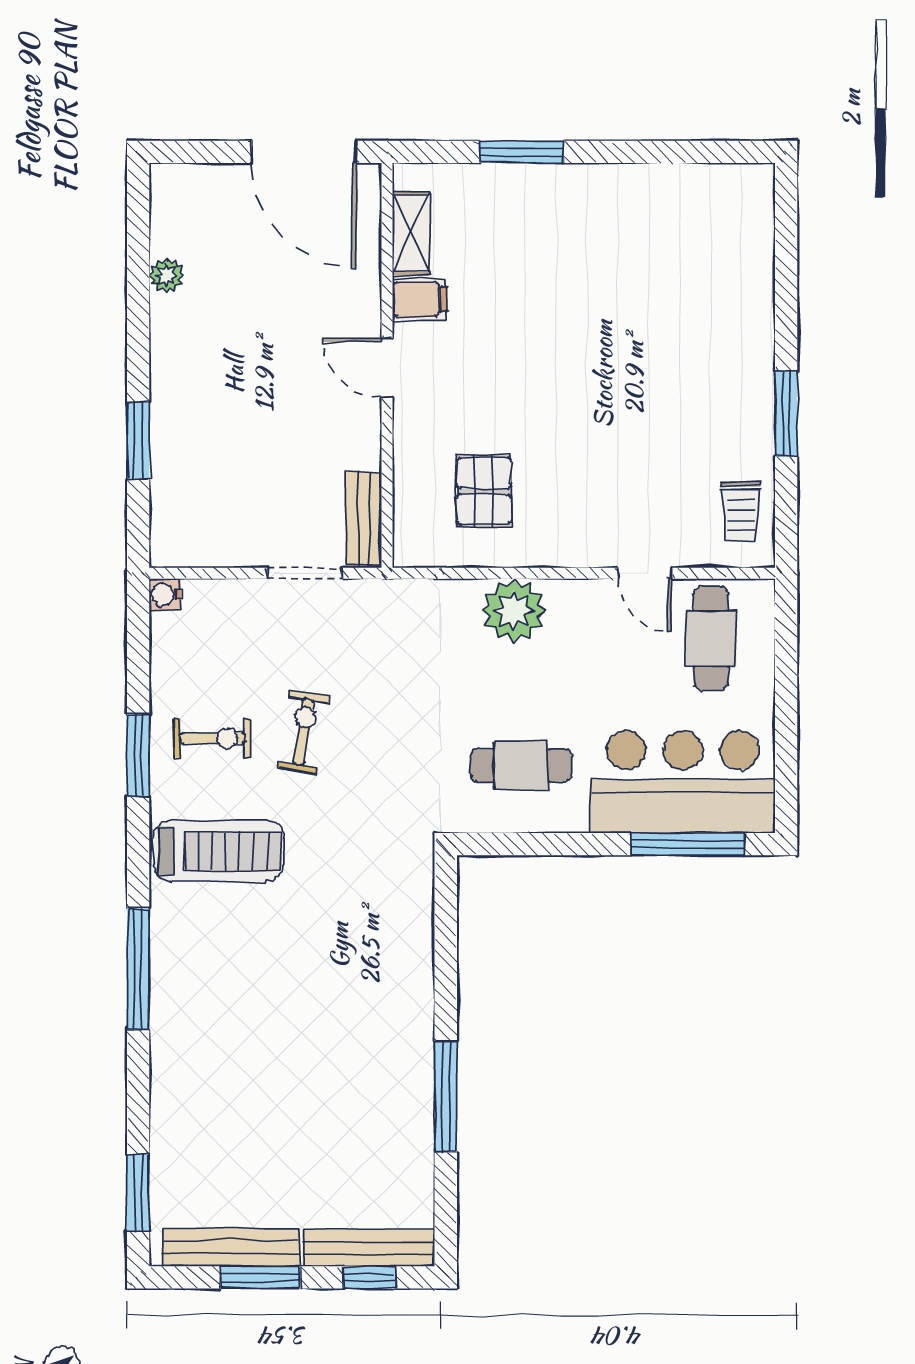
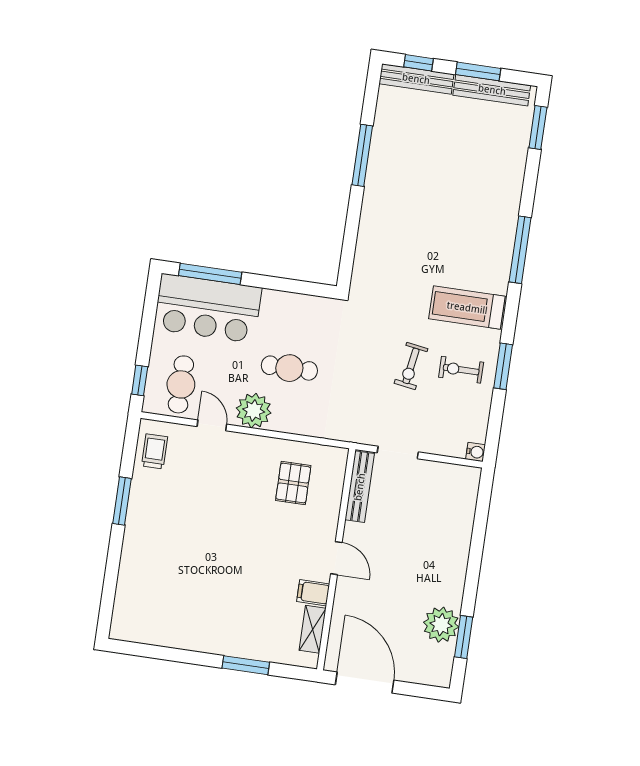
plant: (167, 276) -> (441, 625), width x1.87, depth x1.87
window: (138, 441) -> (464, 637), moved
bench: (364, 519) -> (360, 487), width x1.36
plant: (514, 611) -> (254, 411), moved
window: (786, 635) -> (140, 380), added
cafe table: (521, 765) -> (289, 368), moved

